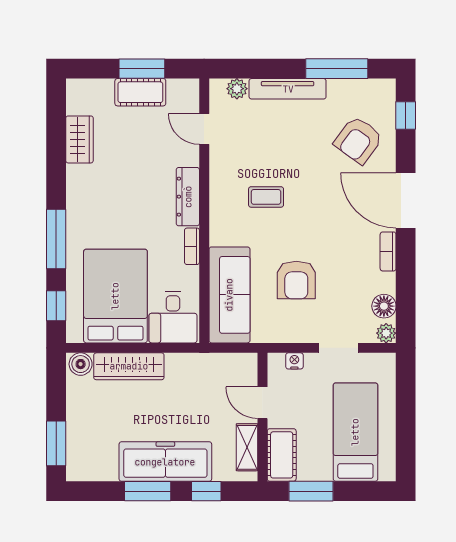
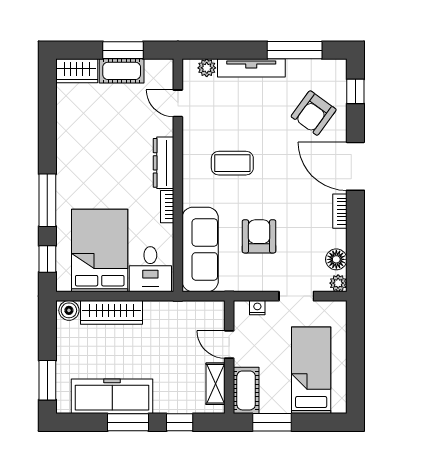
wardrobe: (80, 139) -> (77, 71), moved, turned 90
coffee table: (266, 197) -> (232, 163), width x1.36, depth x1.30
armchair: (296, 280) -> (259, 236), turned 180
freezer: (165, 462) -> (112, 396), moved

